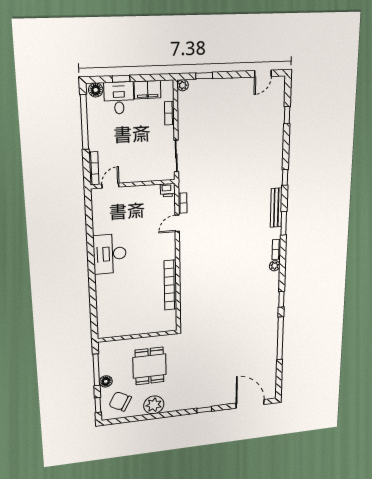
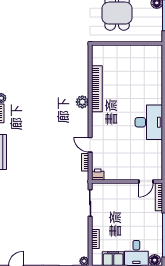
door: (177, 223) -> (90, 145), swing flipped
plant: (186, 270) -> (82, 102), added

